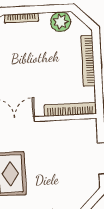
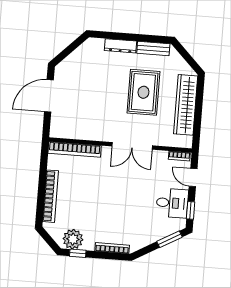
window: (54, 9) -> (78, 253), added

